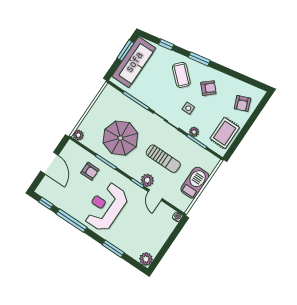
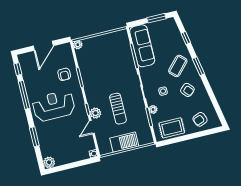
sofa: (134, 62) -> (142, 46), moved, turned -90
parasol: (120, 138) -> (103, 71), removed

